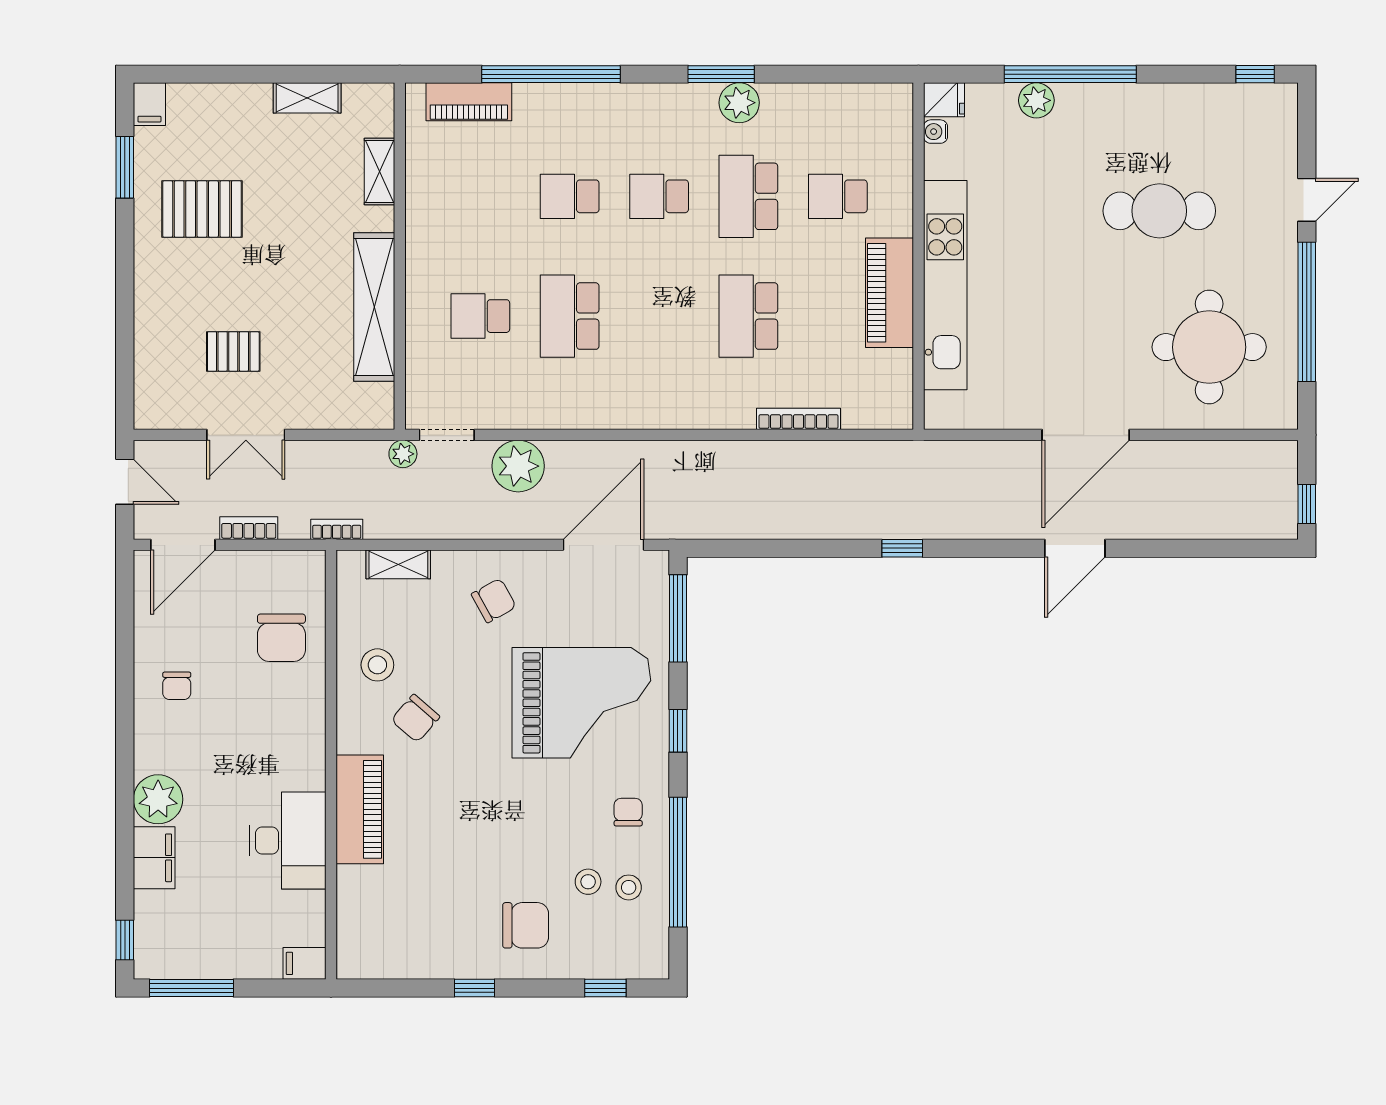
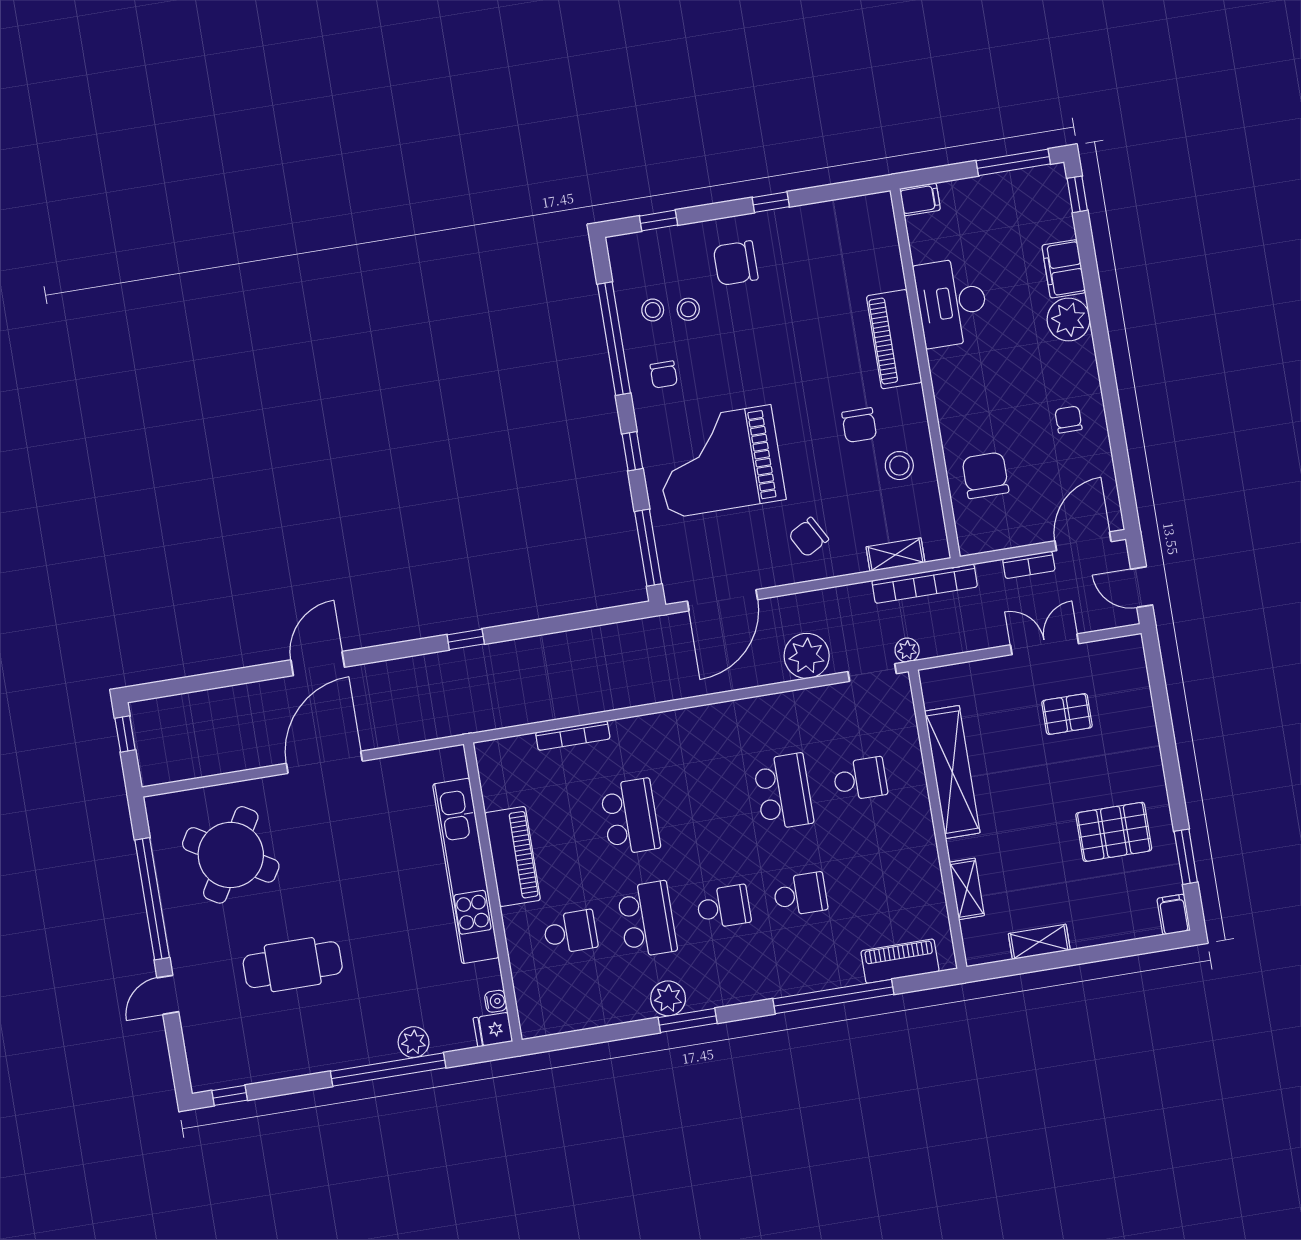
round table: (1209, 347) -> (231, 855), turned 31
bookcase: (337, 529) -> (925, 584), width x2.31, depth x1.31
chair: (415, 718) -> (859, 425), turned 139

